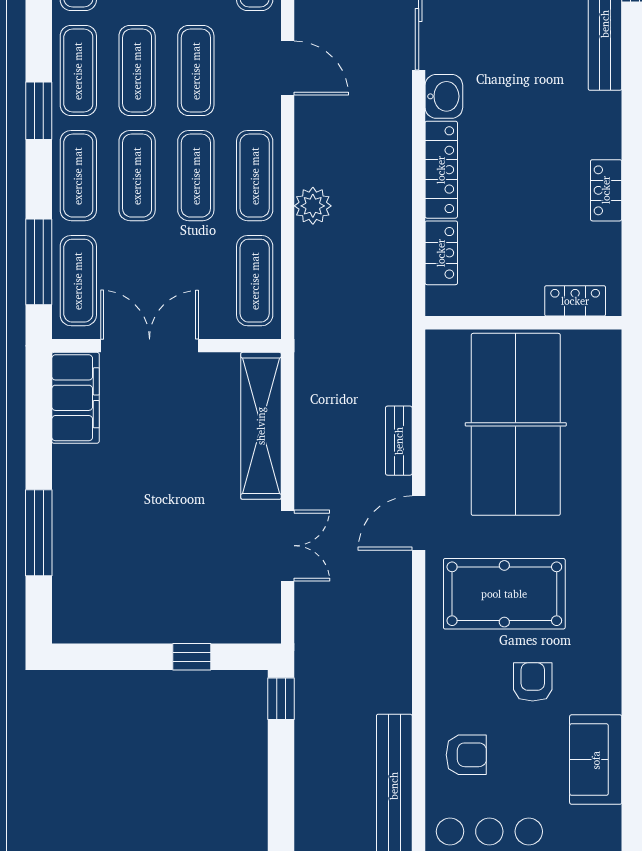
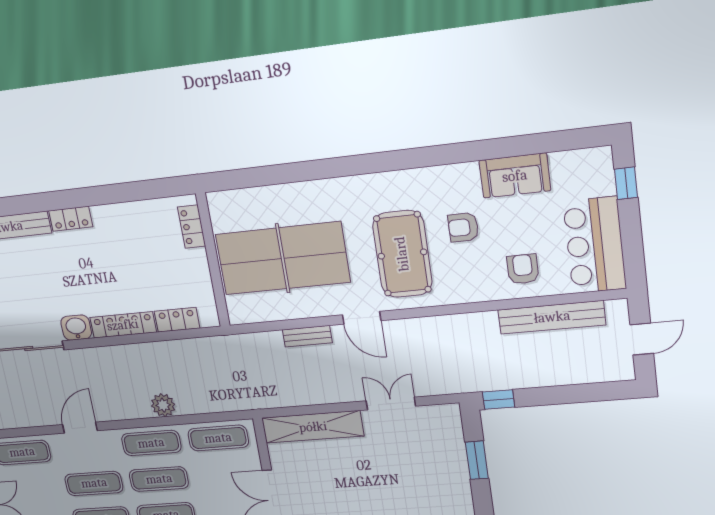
locker: (606, 190) -> (71, 219), moved
window: (192, 657) -> (477, 460), width x1.50

